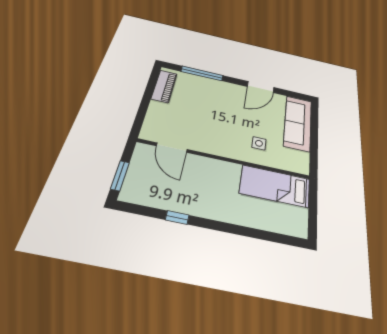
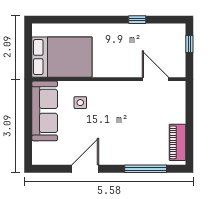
sofa: (298, 123) -> (45, 111), moved
window: (120, 176) -> (189, 44), width x0.67
bed: (275, 186) -> (62, 57), width x1.50

